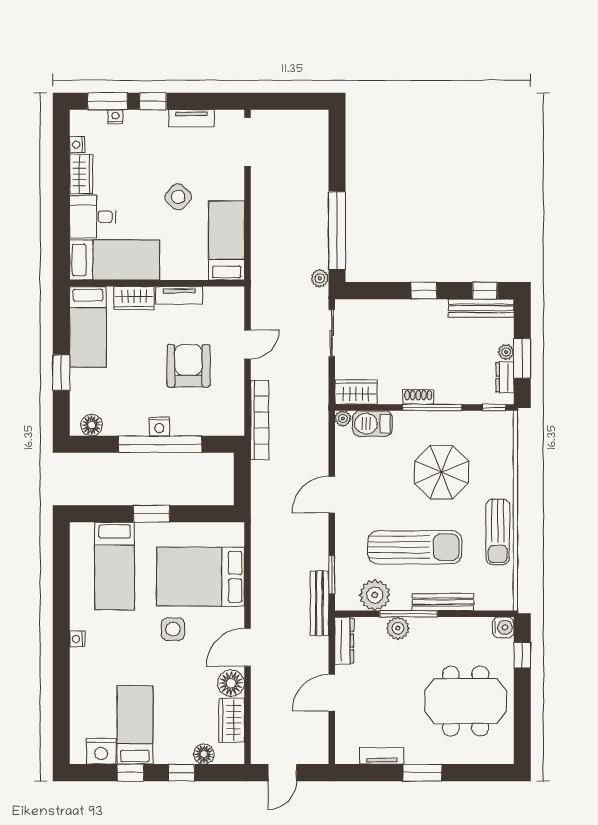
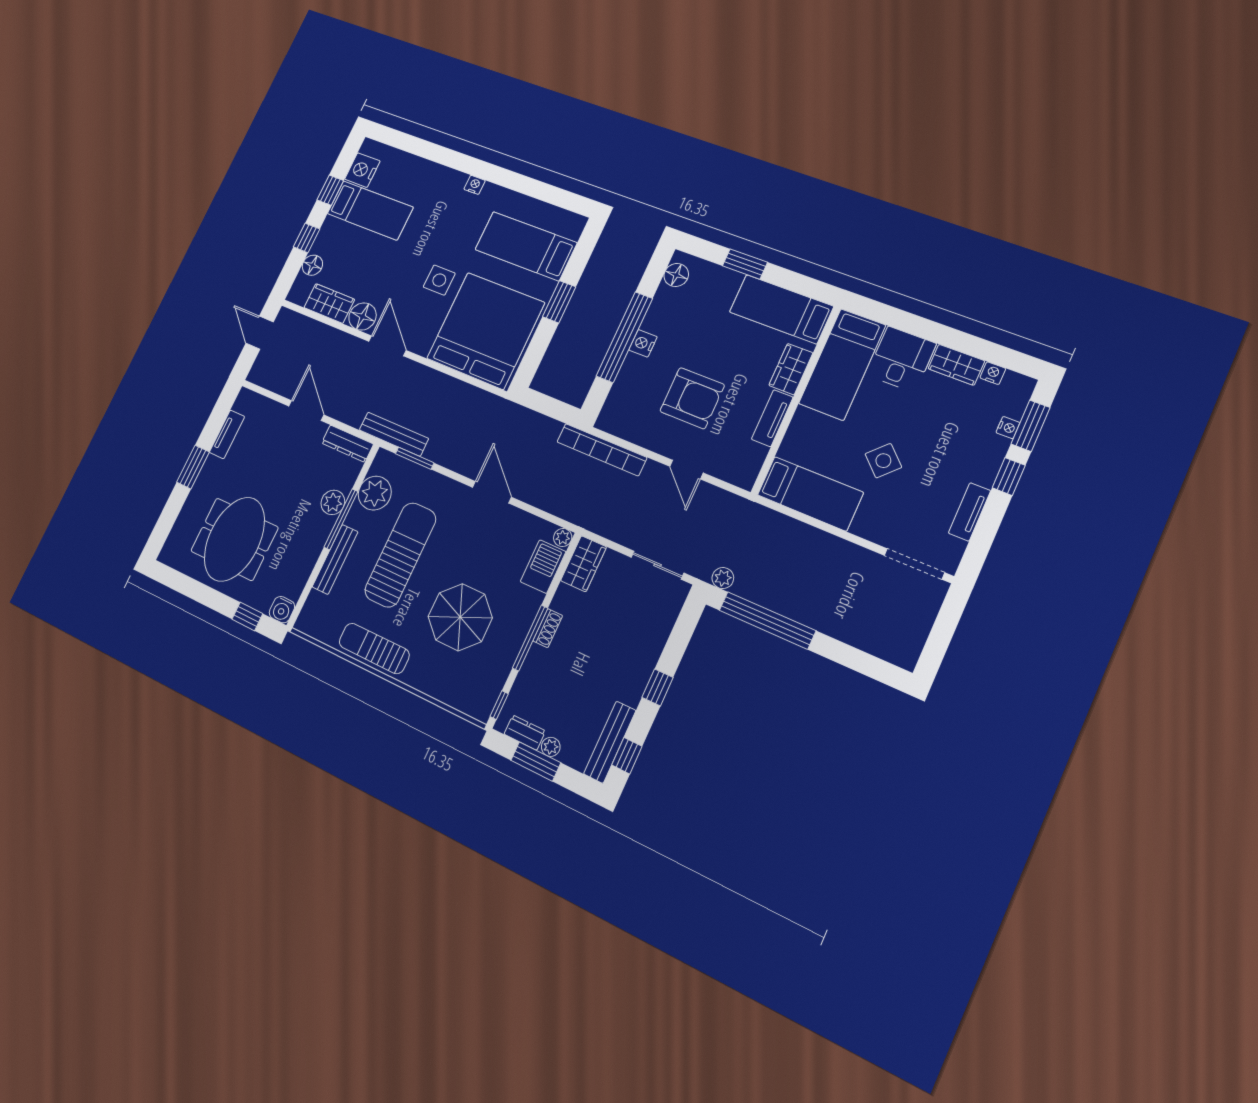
sun lounger: (415, 547) -> (400, 555), turned 180
bed: (201, 577) -> (486, 331), width x1.36

